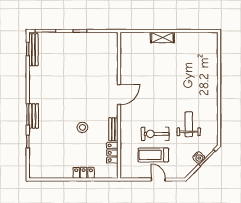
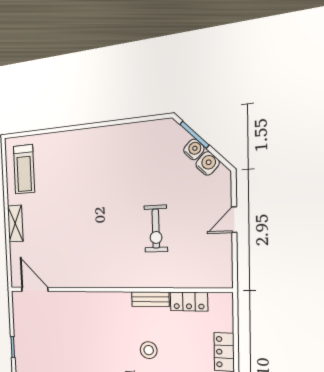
door: (119, 95) -> (35, 289), moved
weight bench: (189, 124) -> (139, 172), removed
treadmill: (153, 155) -> (24, 169), moved
water cooler: (190, 165) -> (208, 163), added

